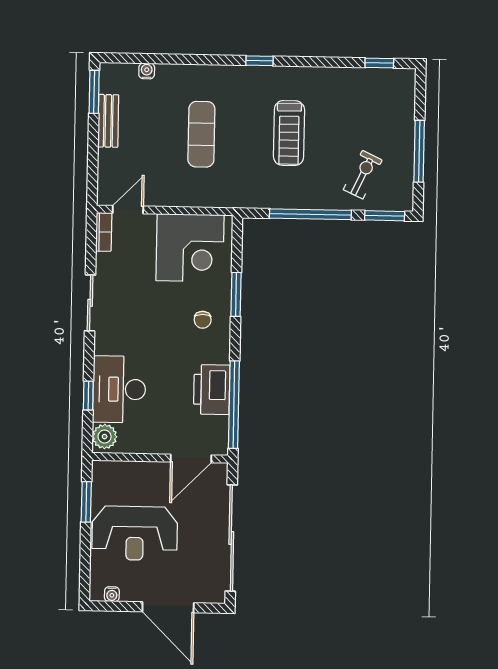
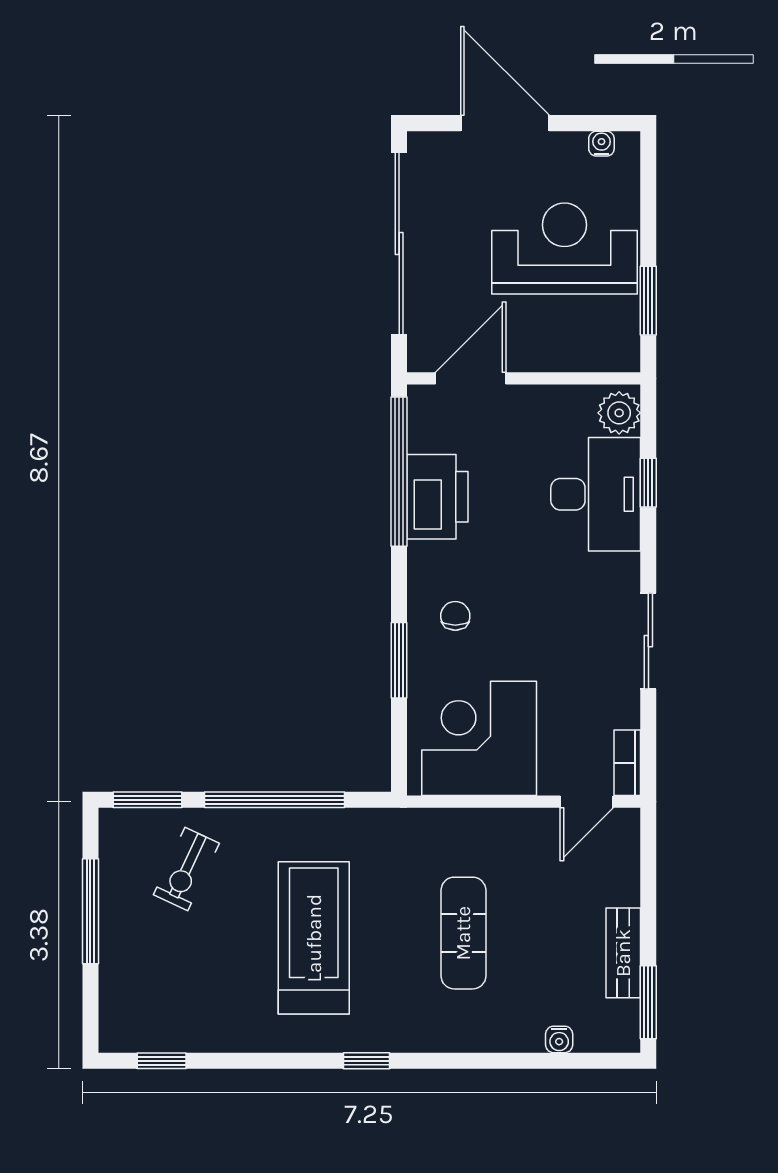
treadmill: (289, 133) -> (314, 938), width x1.37, depth x1.38

